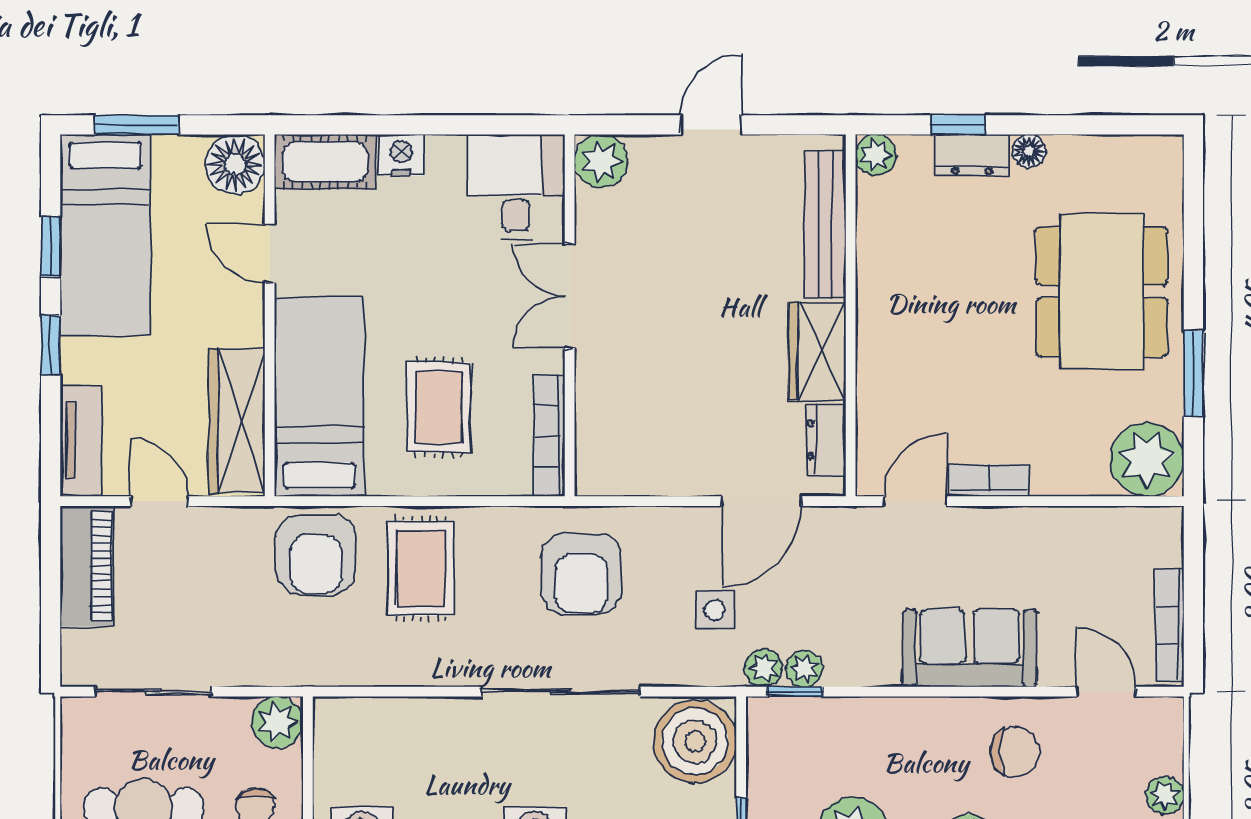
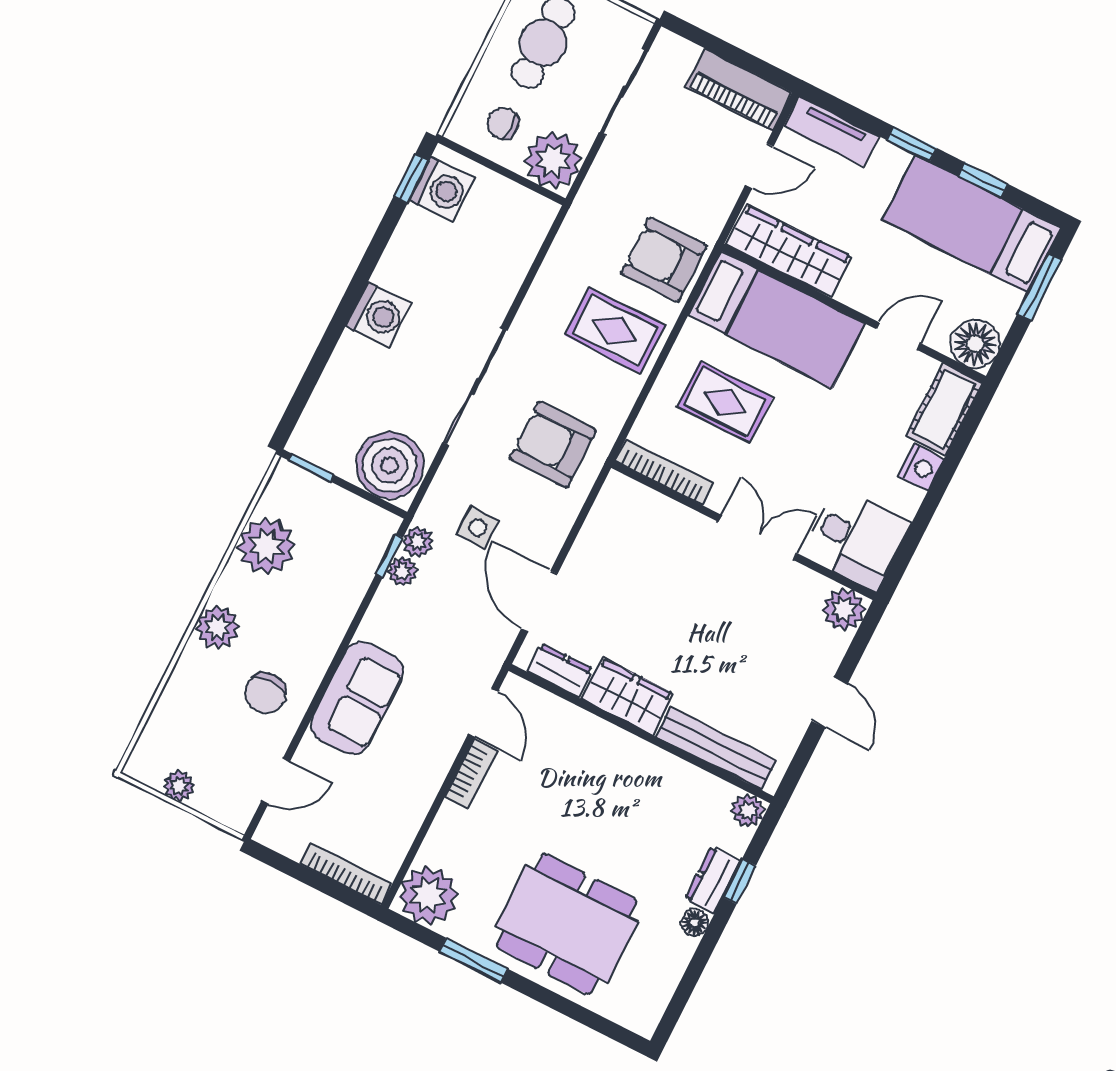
bookcase: (1169, 625) -> (346, 874), moved
plant: (277, 722) -> (553, 160), width x1.36, depth x1.36

